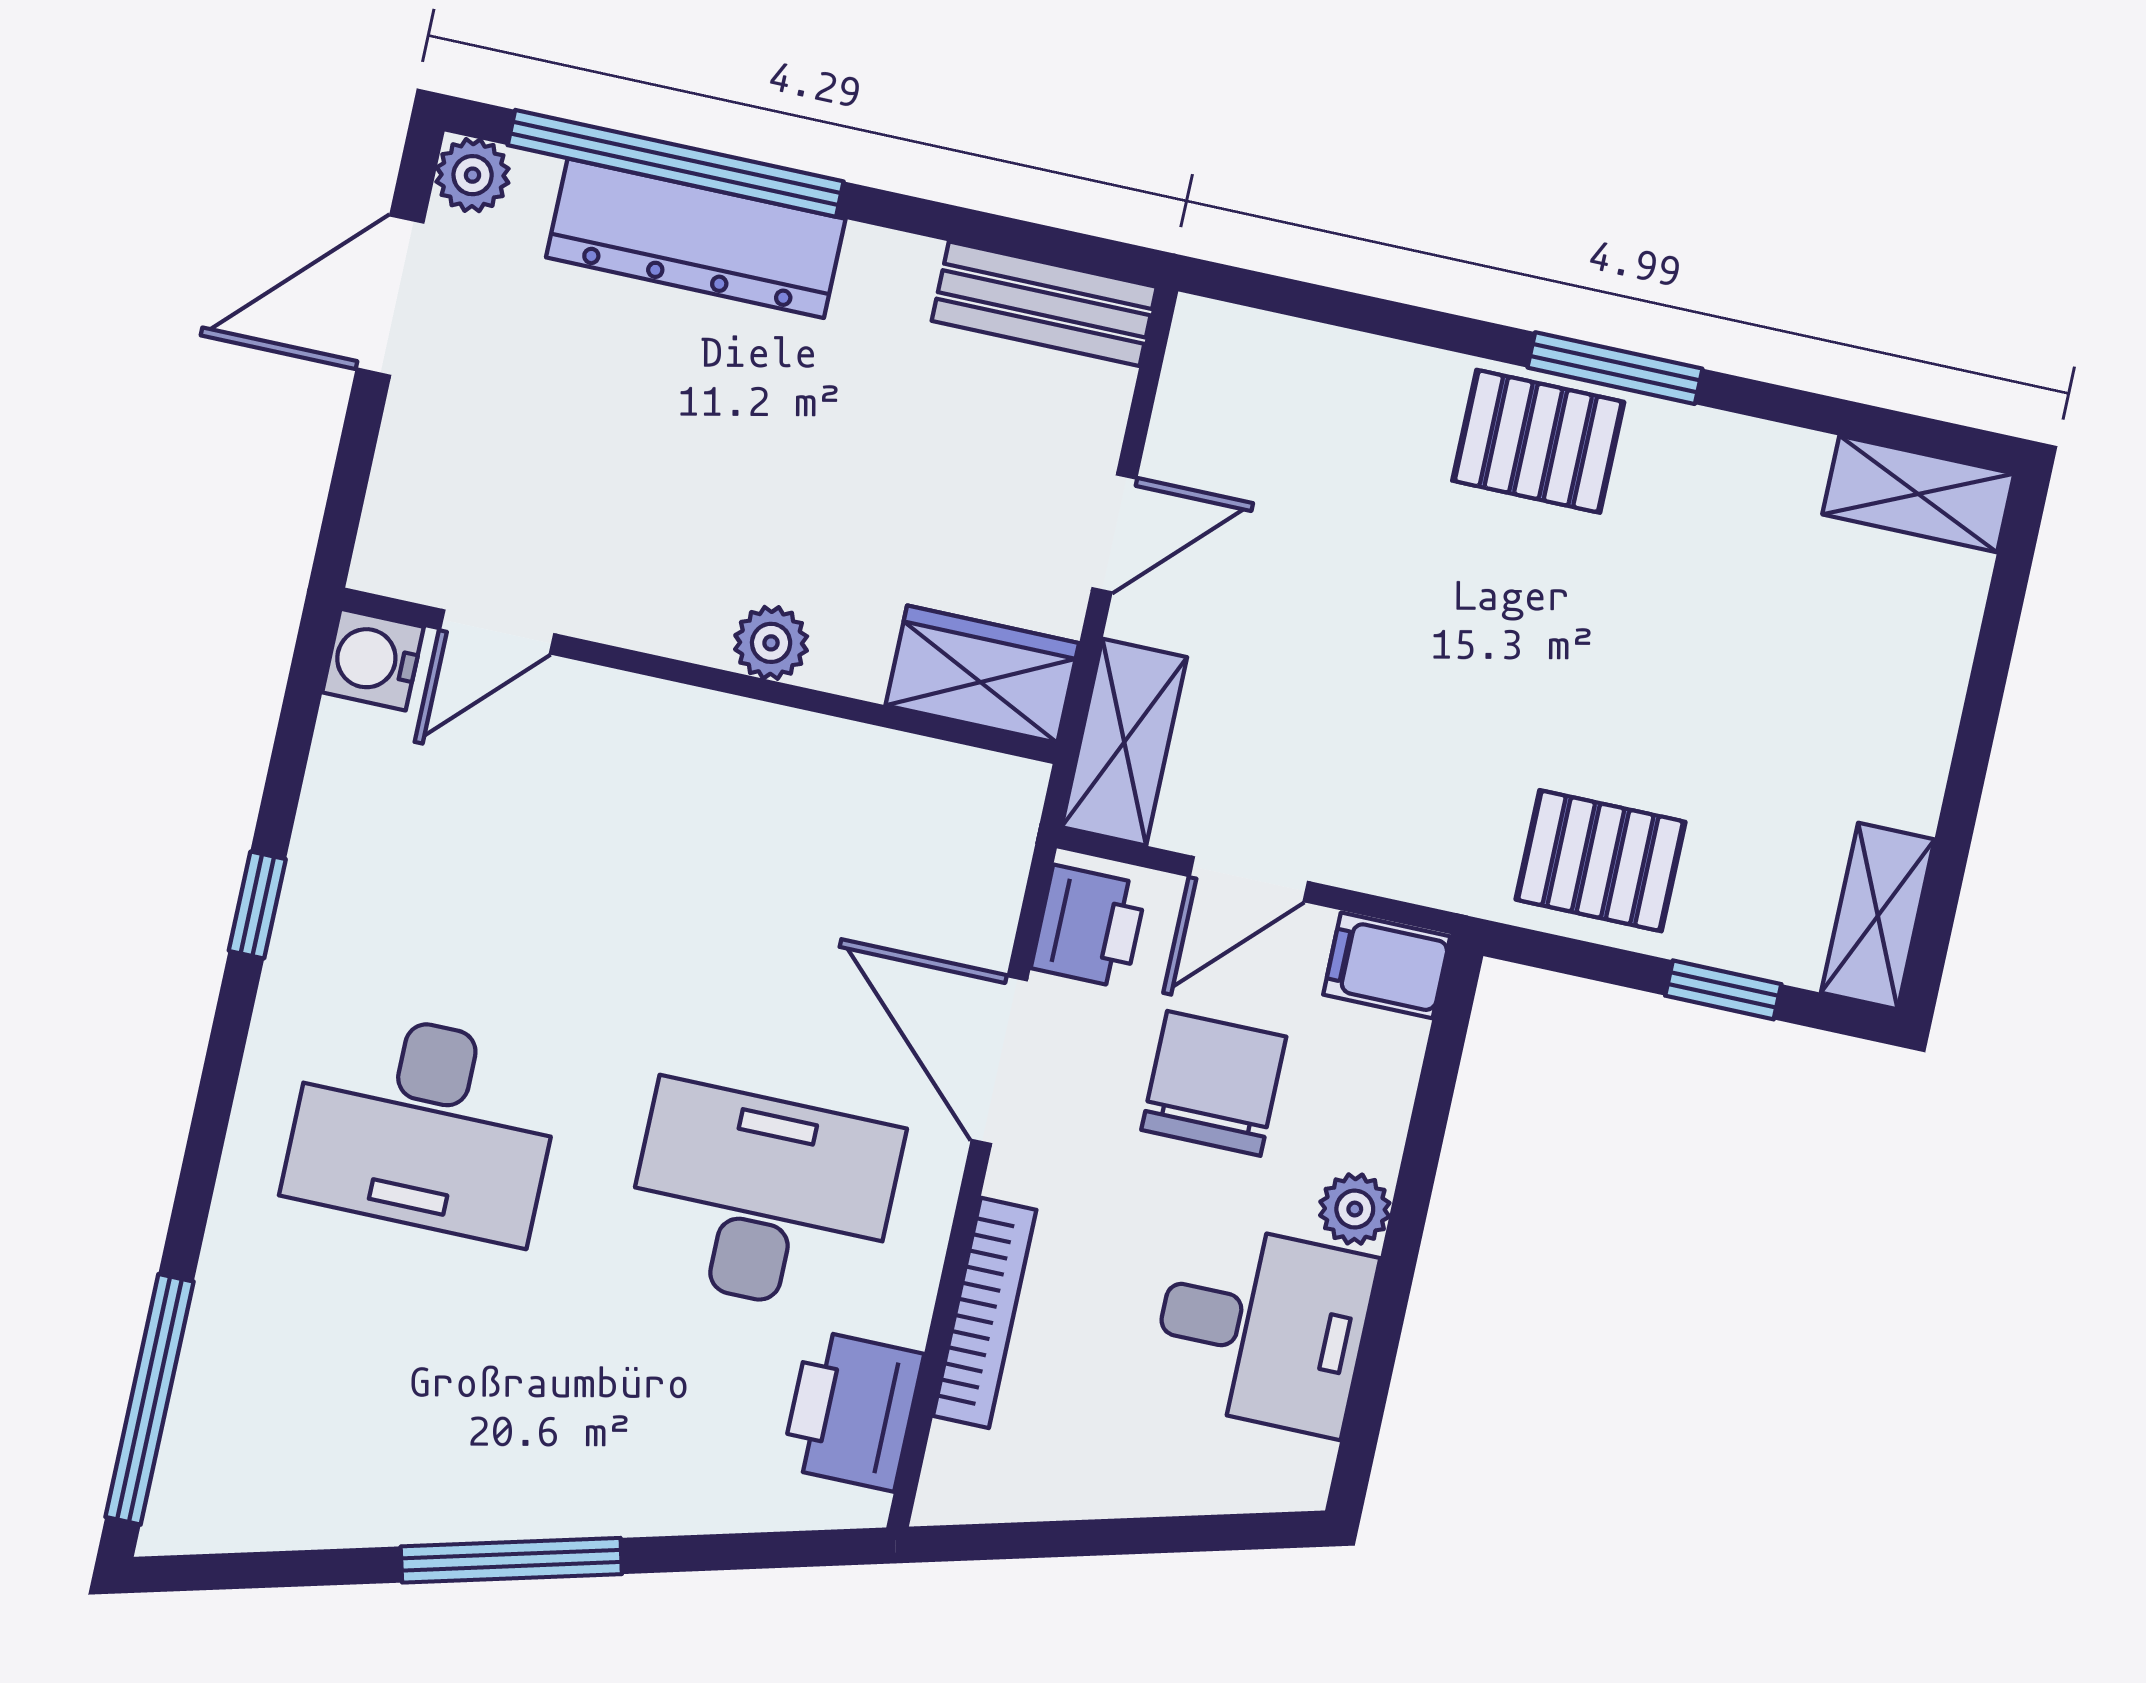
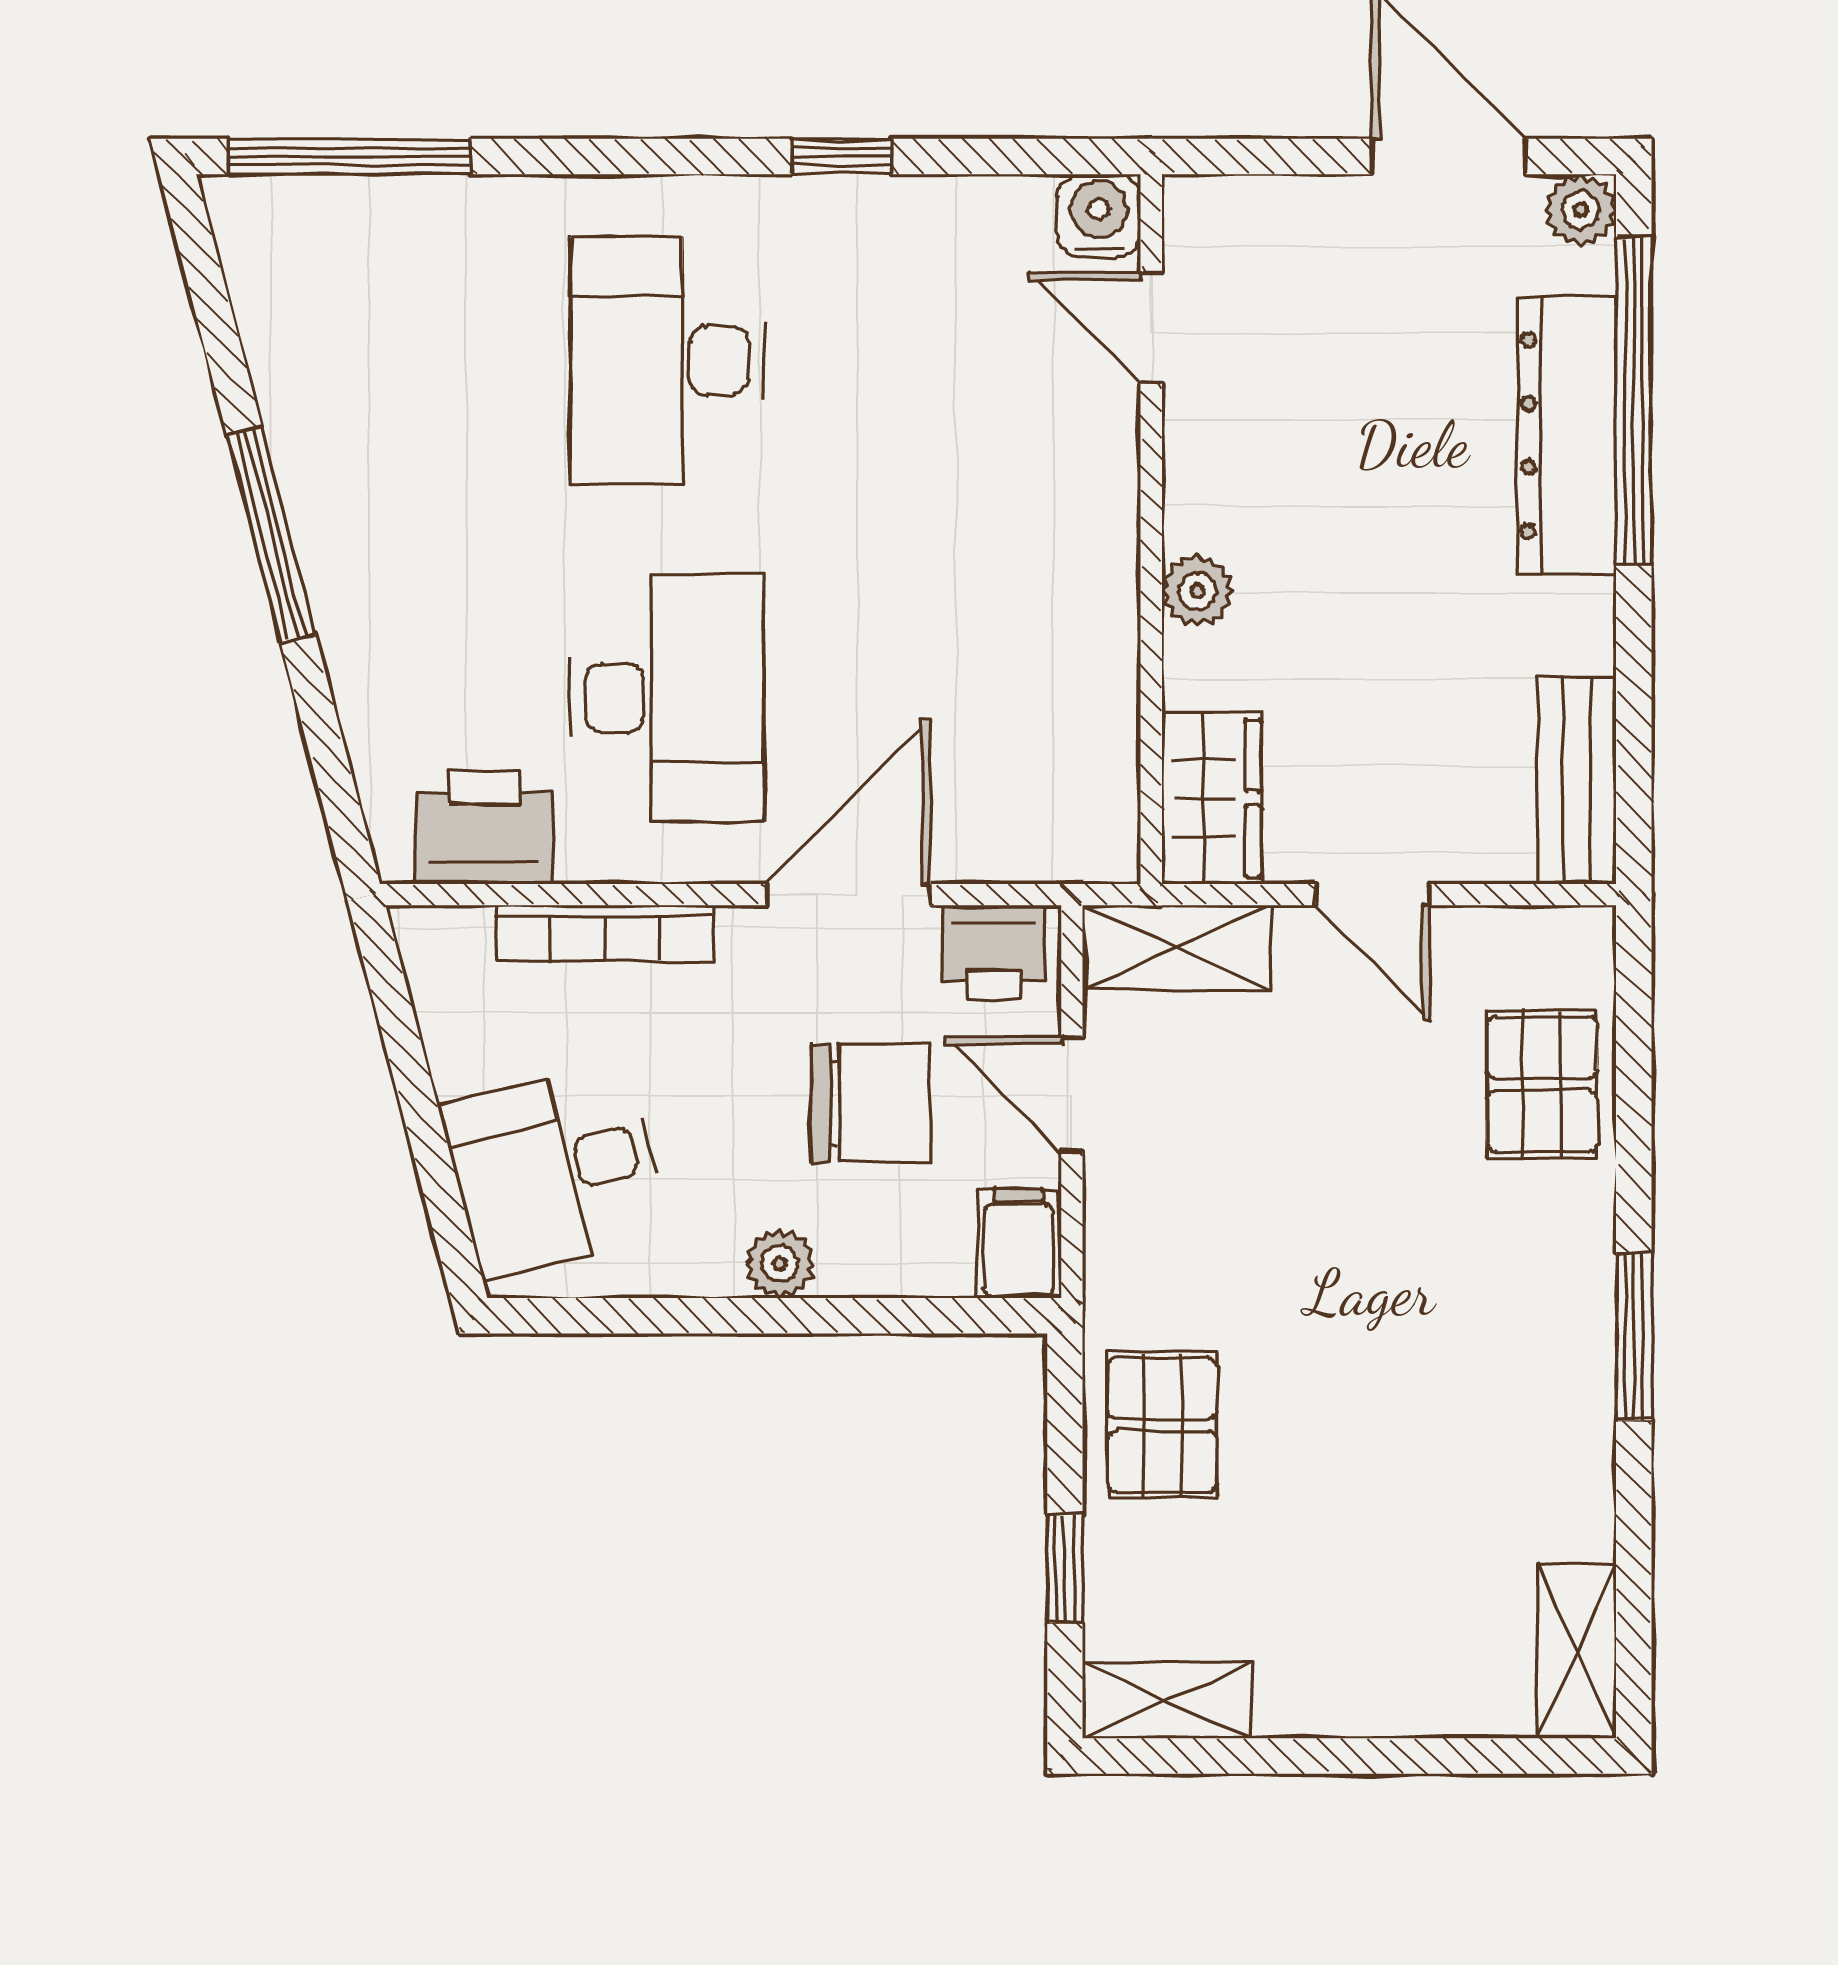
pallet: (1538, 441) -> (1542, 1085), moved
desk: (1262, 1328) -> (555, 1169), moved, turned 75

